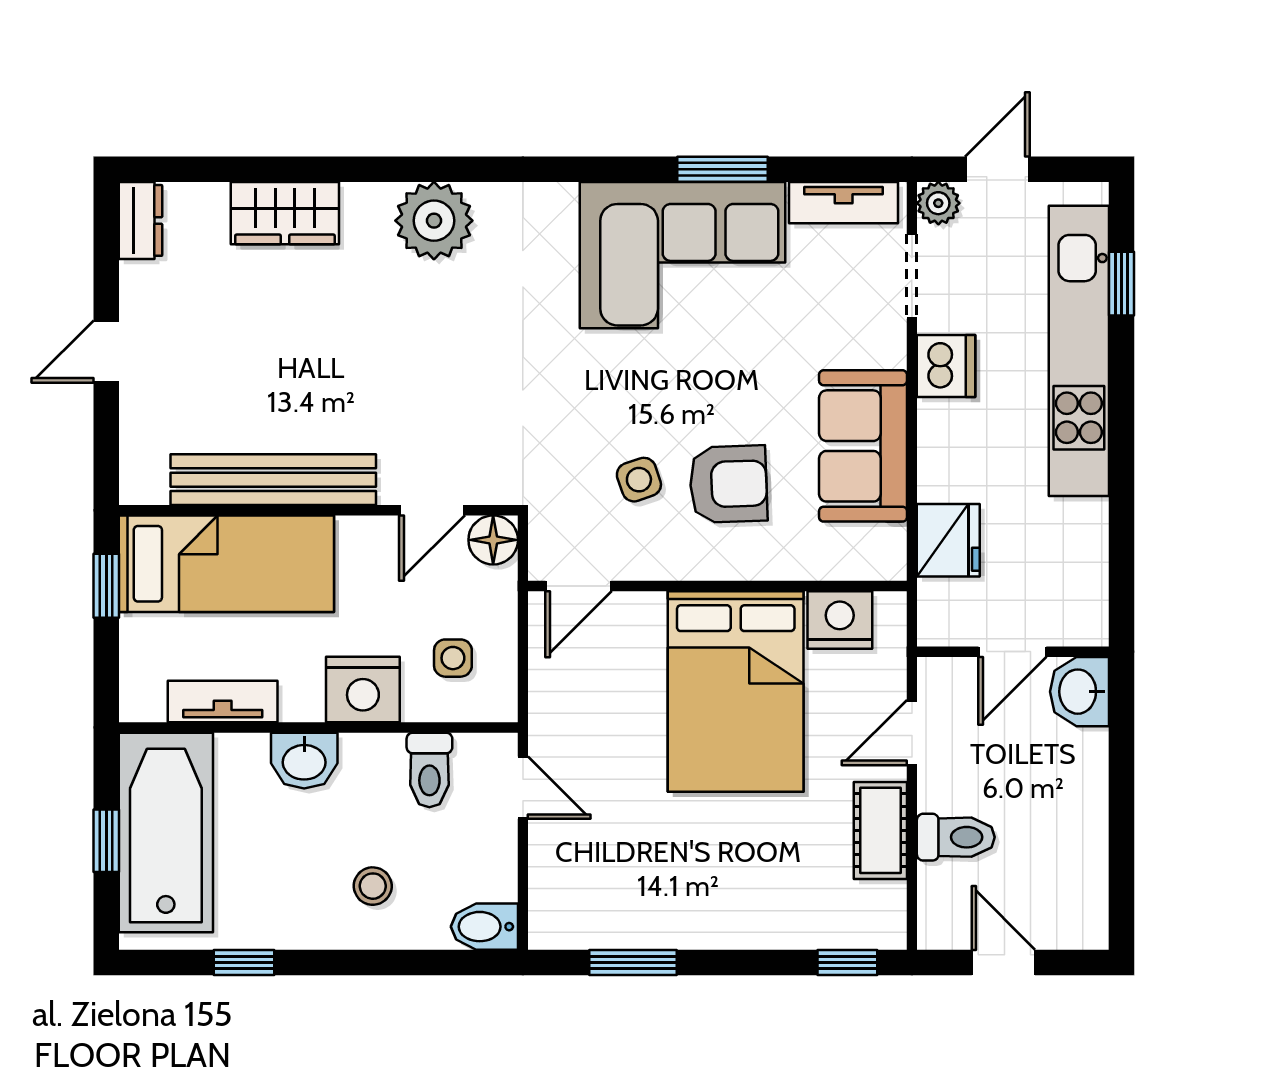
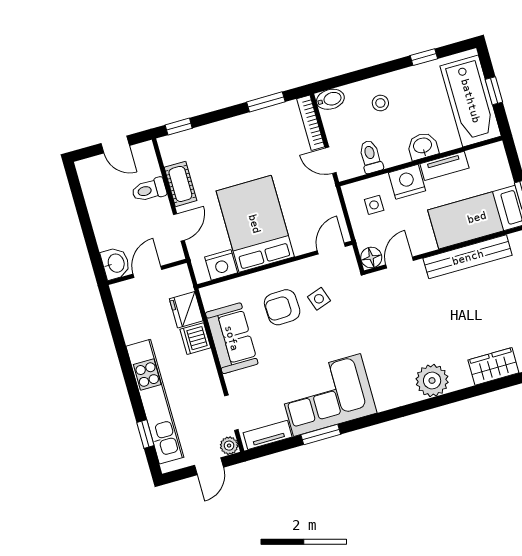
dishwasher: (946, 366) -> (195, 339), moved
tv unit: (223, 702) -> (444, 166), moved
bookcase: (544, 886) -> (311, 123), added

